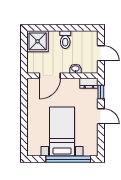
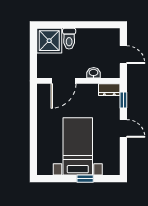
toilet: (65, 40) -> (69, 39), moved
window: (68, 159) -> (85, 179), width x0.32

